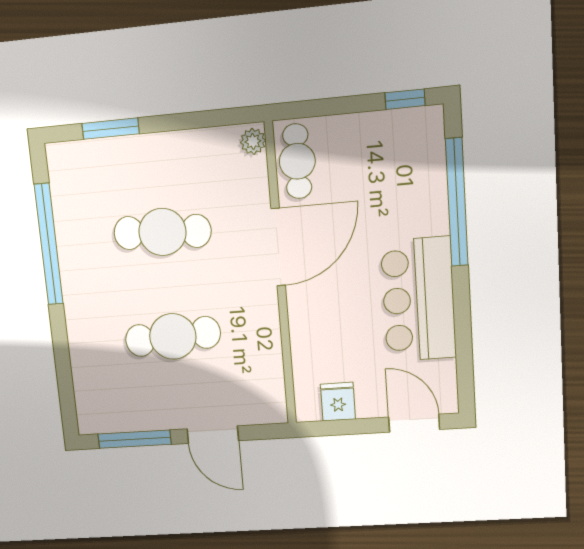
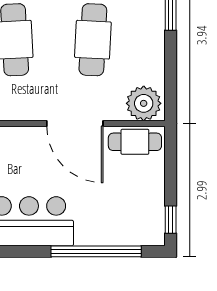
plant: (253, 141) -> (144, 103), width x1.88, depth x1.88

